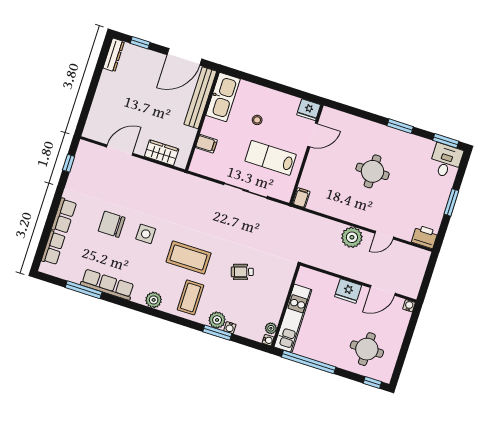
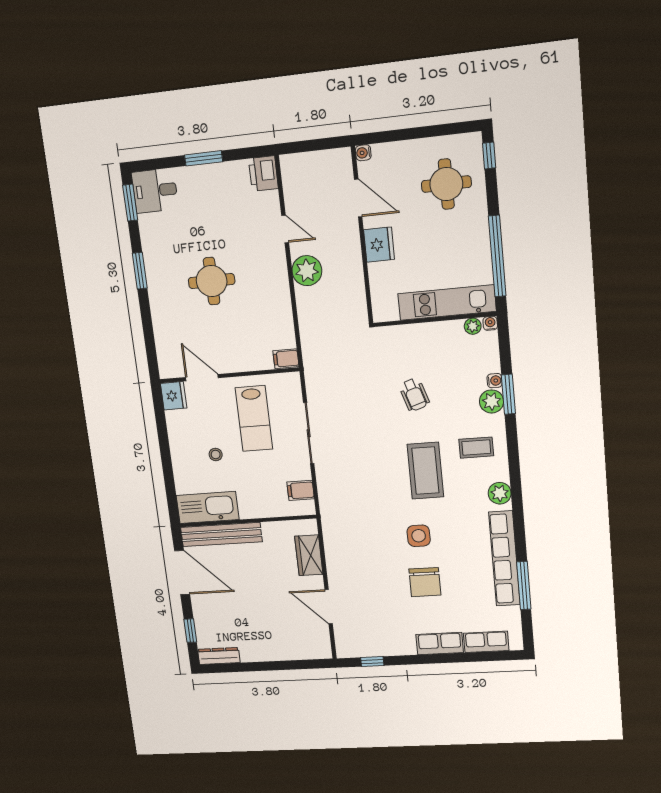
filing cabinet: (206, 144) -> (301, 490), moved, turned -90
row of seats: (107, 285) -> (505, 559), width x1.36
coffee table: (191, 297) -> (476, 448), width x0.73, depth x0.77

